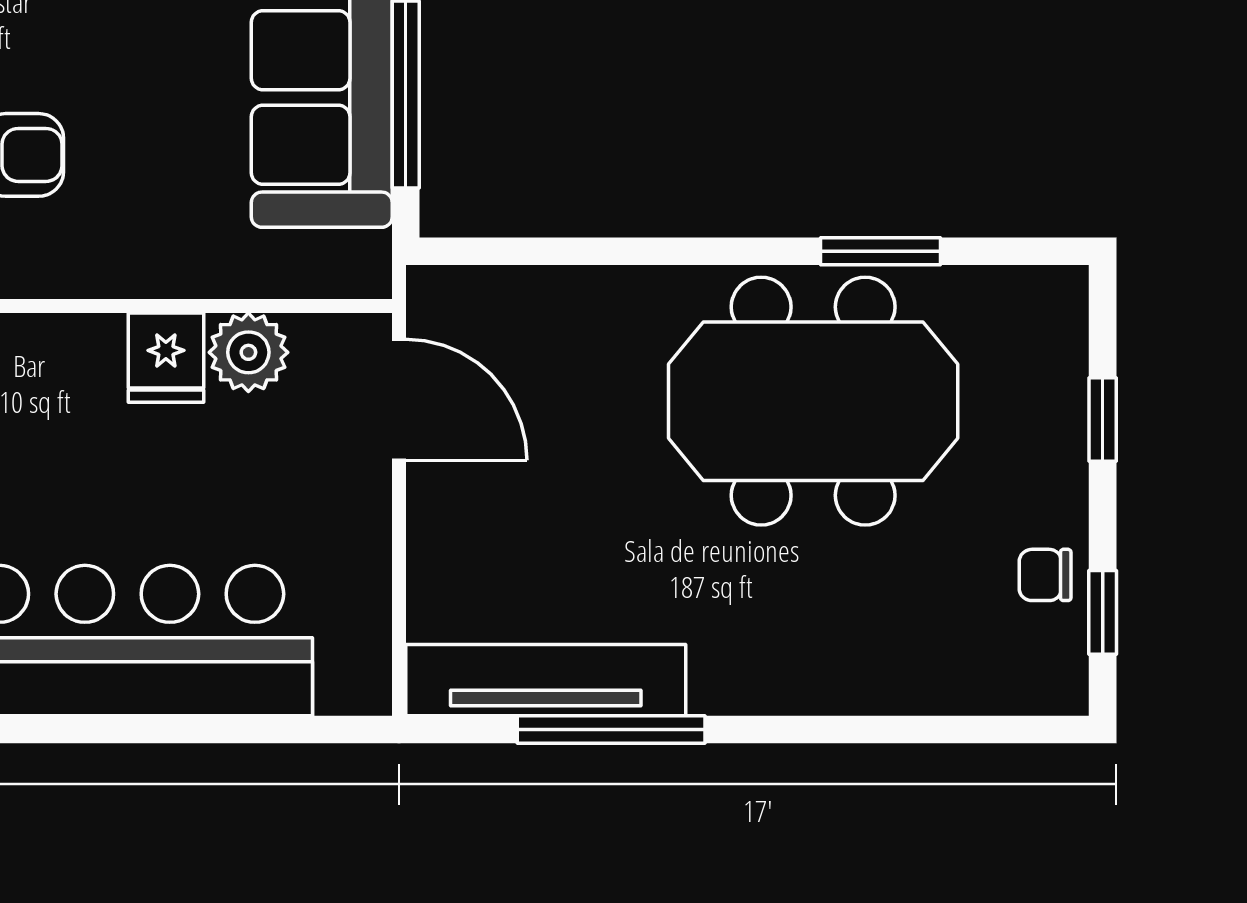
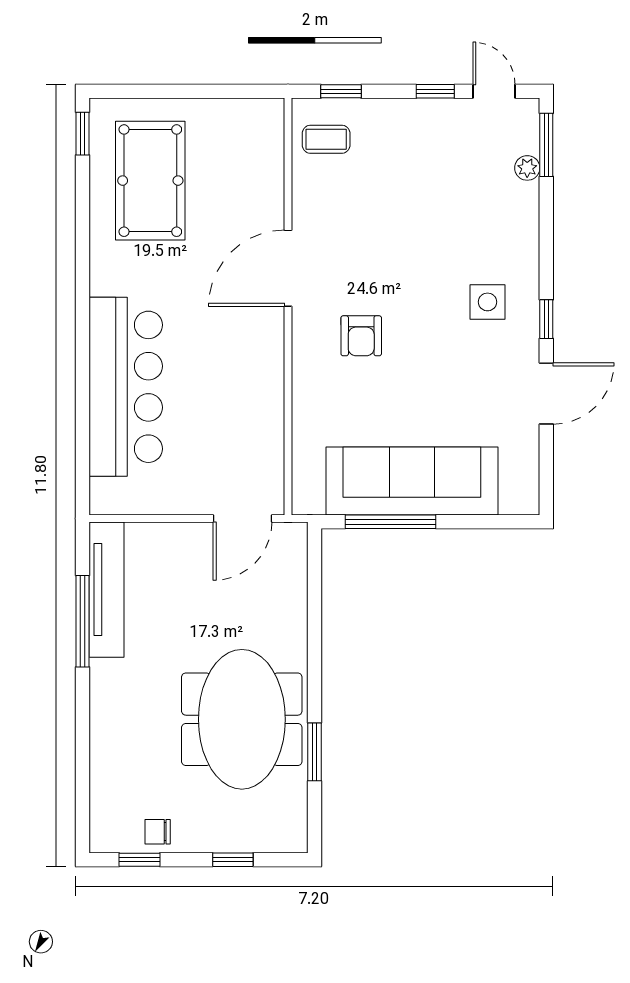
plant: (248, 352) -> (266, 446), removed
fridge: (166, 358) -> (263, 406), removed
chair: (1045, 575) -> (158, 832), turned -90

